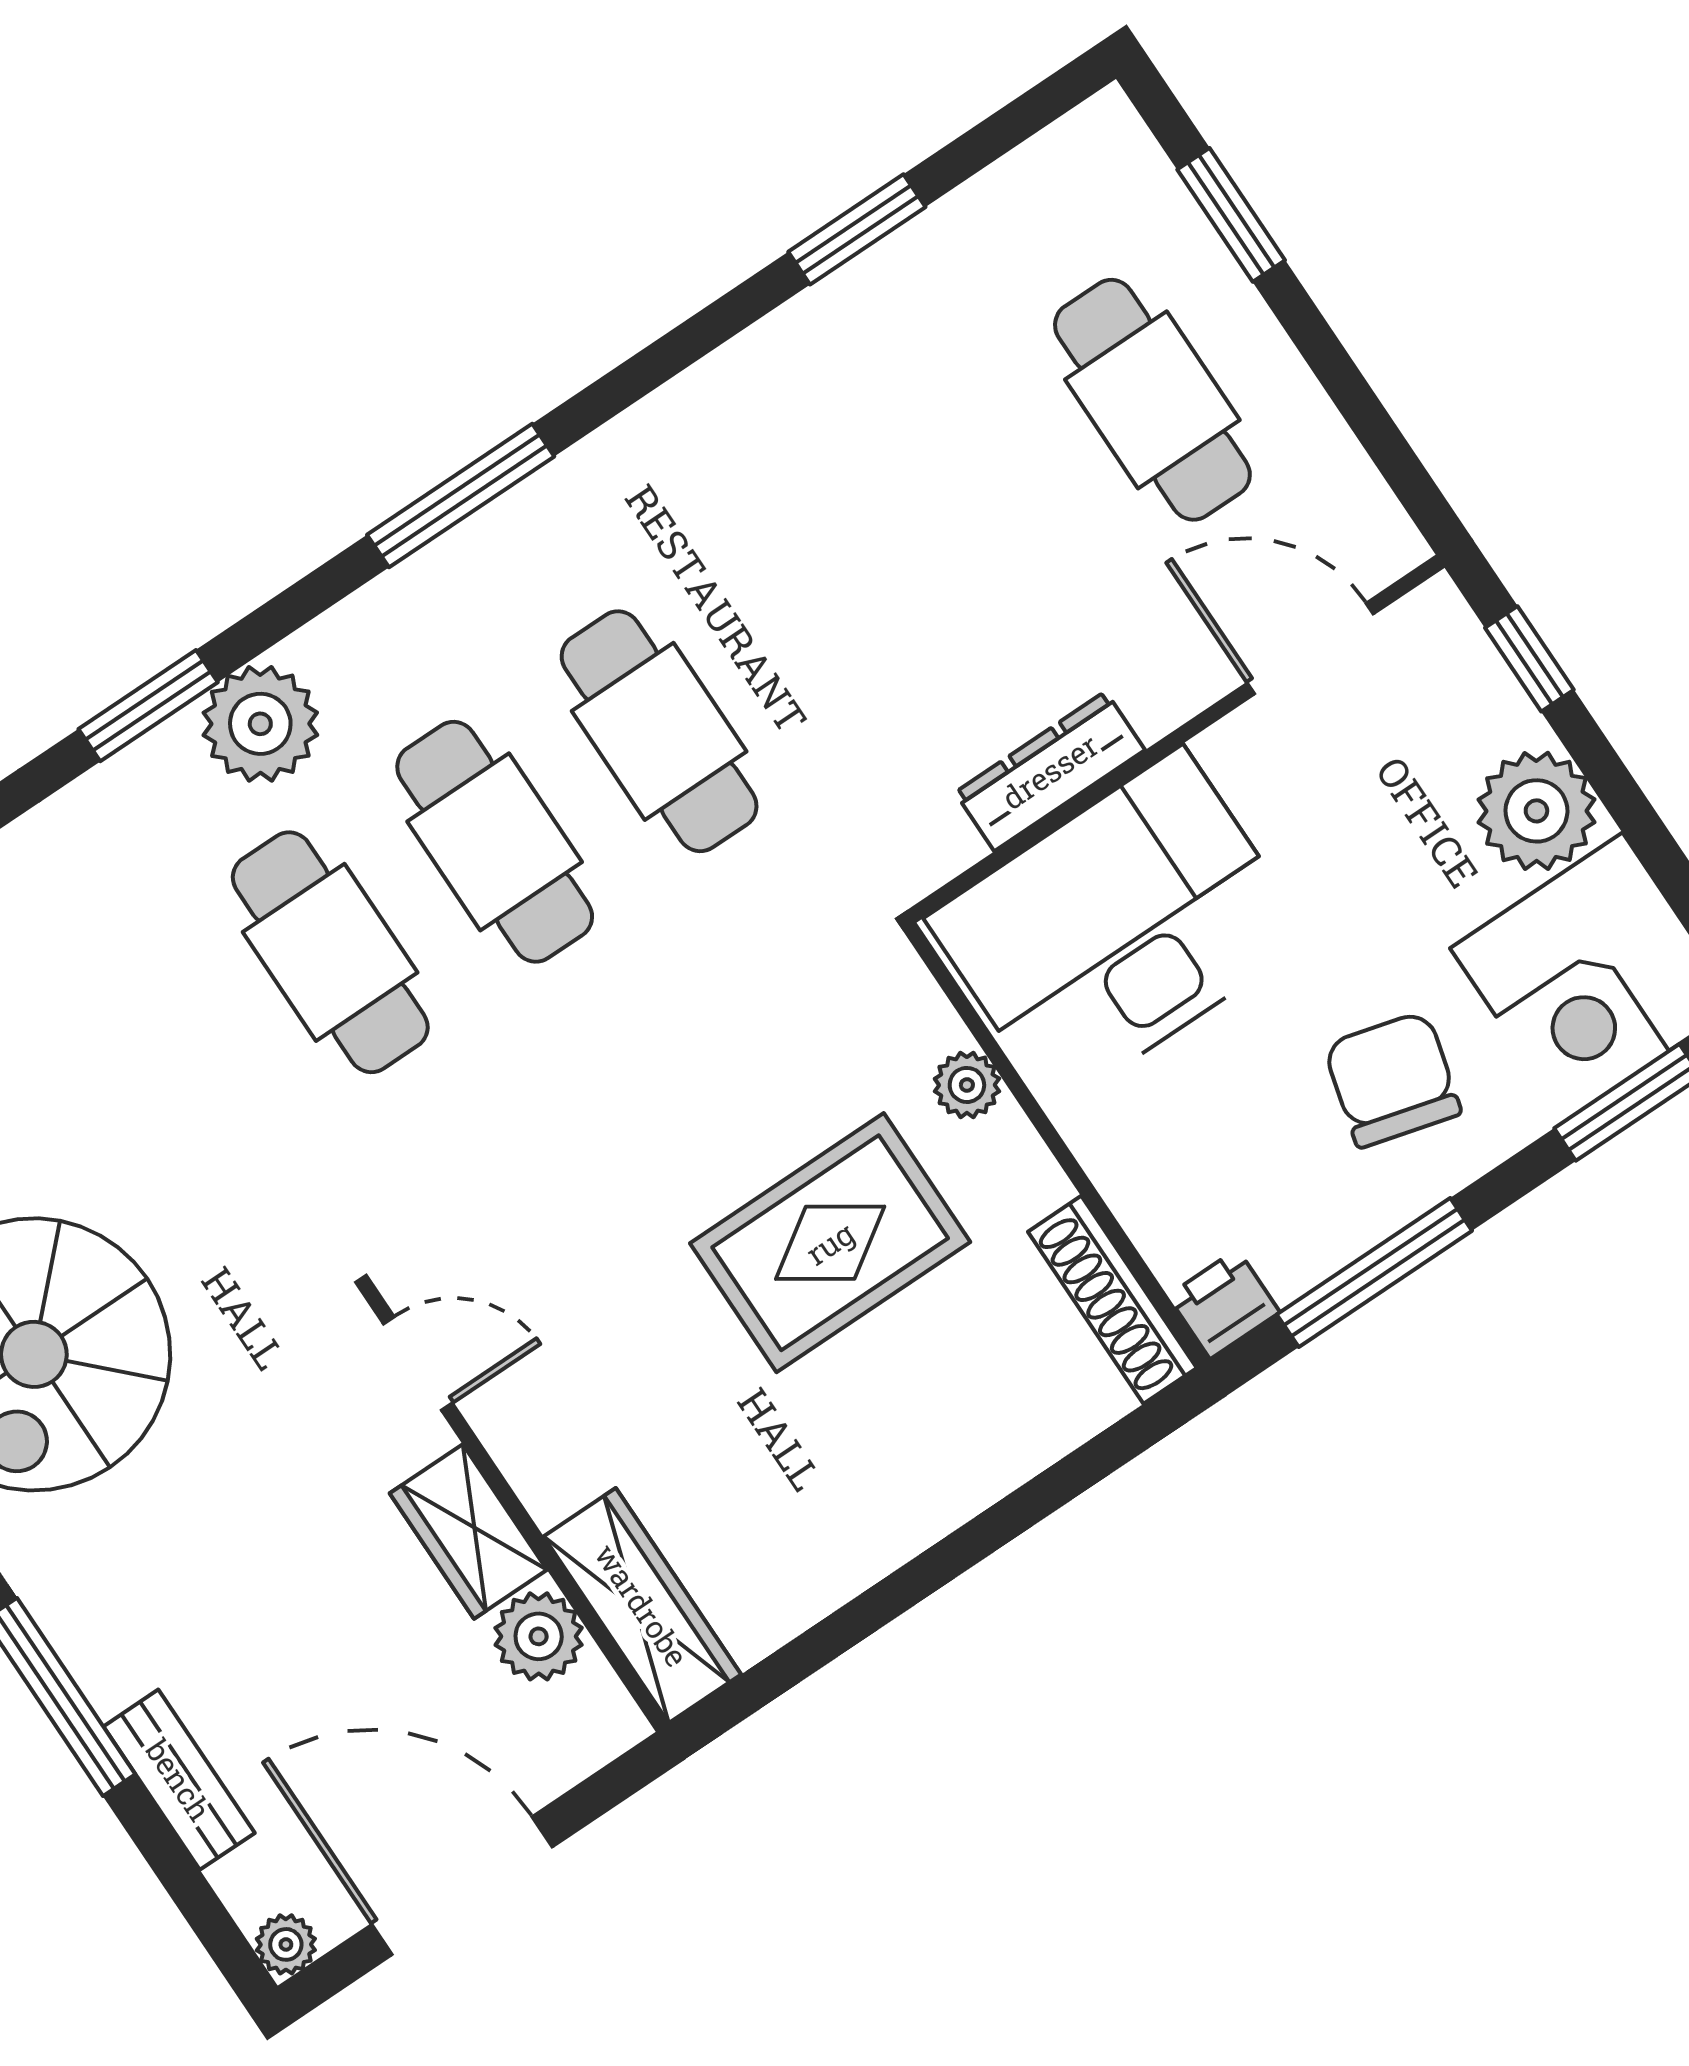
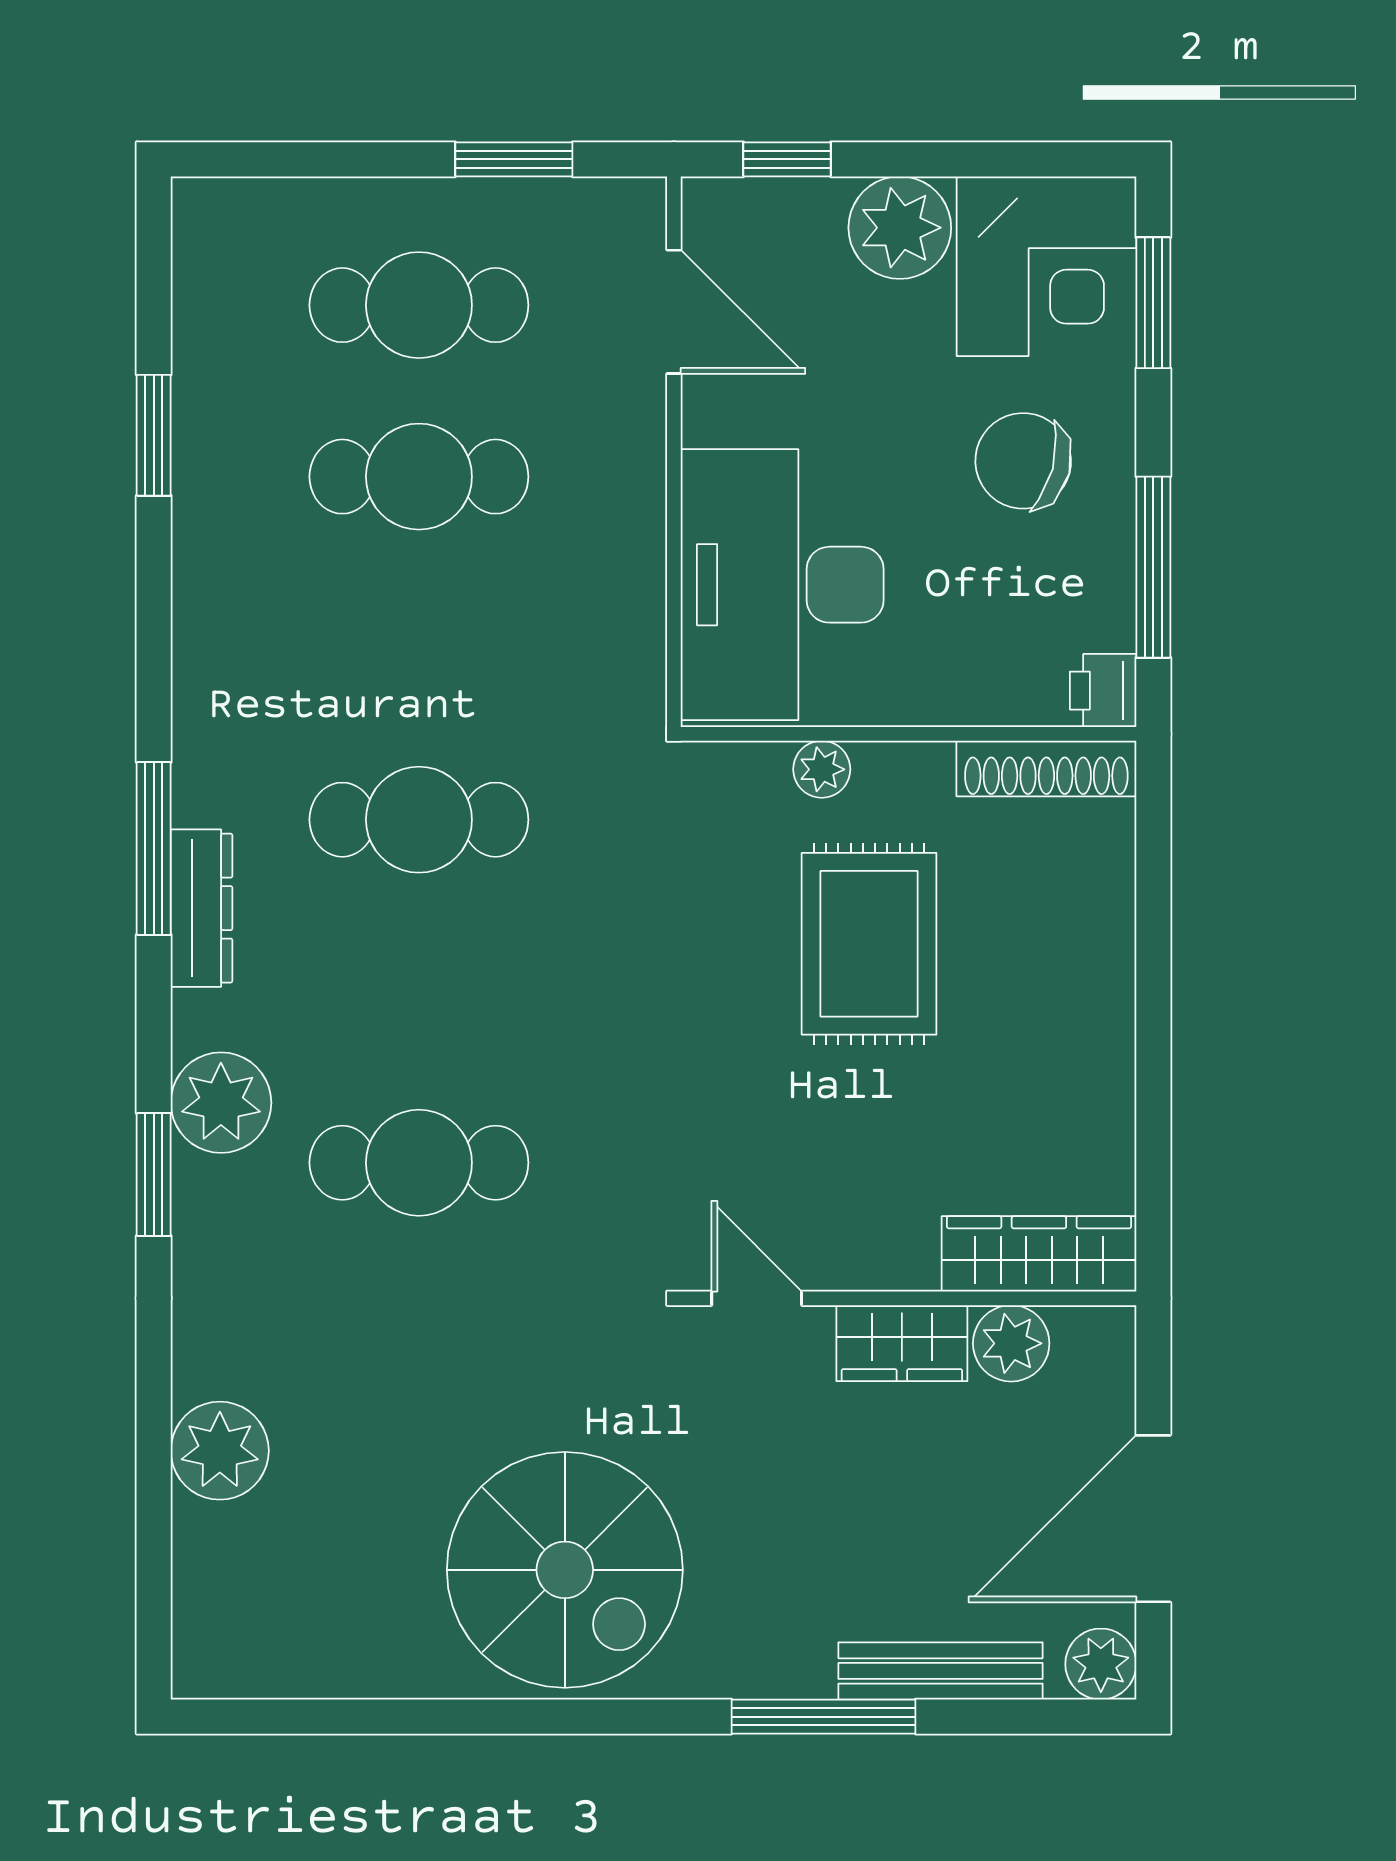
window: (1231, 215) -> (514, 159), moved
door: (1310, 649) -> (674, 312), swing flipped
dresser: (1050, 771) -> (201, 908), moved, turned 180
cafe table: (495, 842) -> (419, 477), moved
door: (418, 1363) -> (757, 1298), hinge flipped
bench: (179, 1780) -> (941, 1671), width x1.36
plant: (286, 1944) -> (1101, 1664), width x1.38, depth x1.38

